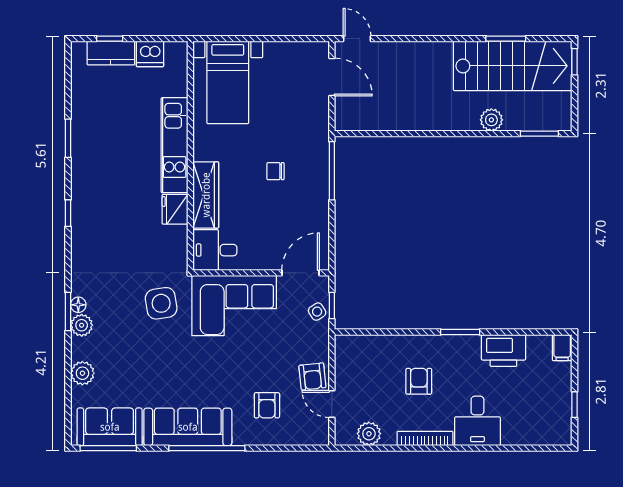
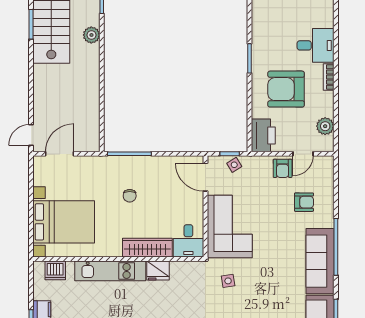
dishwasher: (150, 54) -> (55, 270), moved, turned 90
bed with nightstands: (228, 82) -> (64, 222), width x1.36
side table: (161, 303) -> (228, 281), width x0.54, depth x0.54
printer: (503, 350) -> (263, 135), moved
armchair: (312, 376) -> (283, 168), turned 96
armchair: (419, 381) -> (286, 89), width x1.88, depth x1.88
bookcase: (425, 438) -> (329, 77), width x0.64

